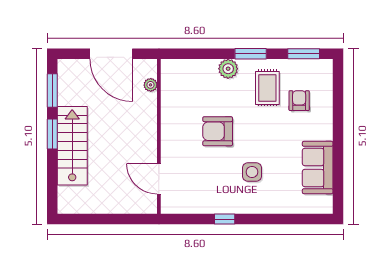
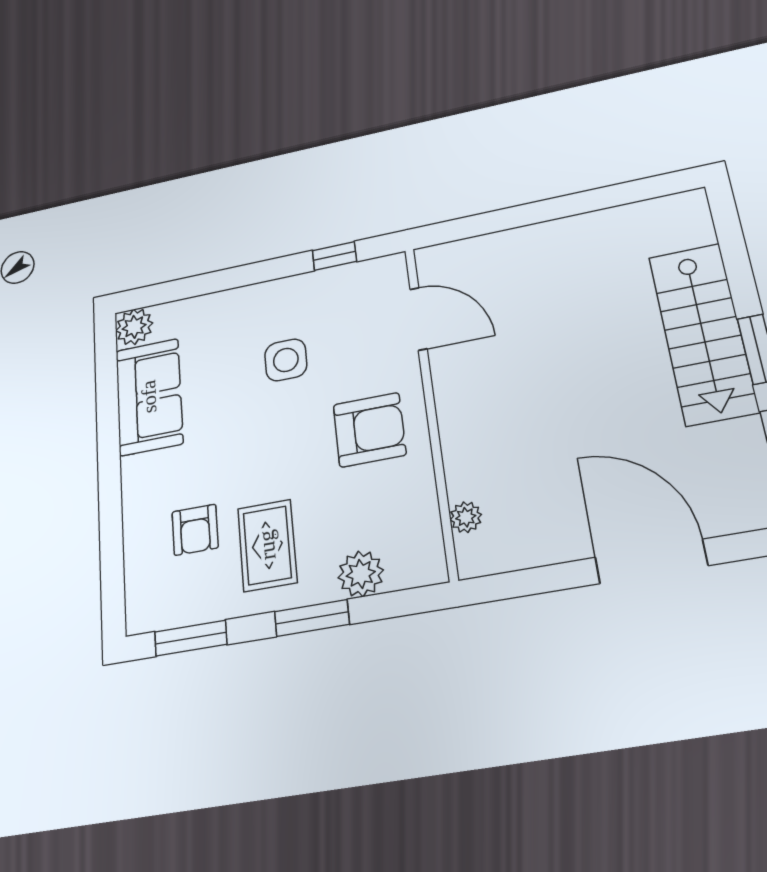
plant: (151, 85) -> (466, 517), moved
wall: (159, 136) -> (430, 407), moved
door: (159, 179) -> (419, 319), moved
plant: (324, 205) -> (134, 327), added

